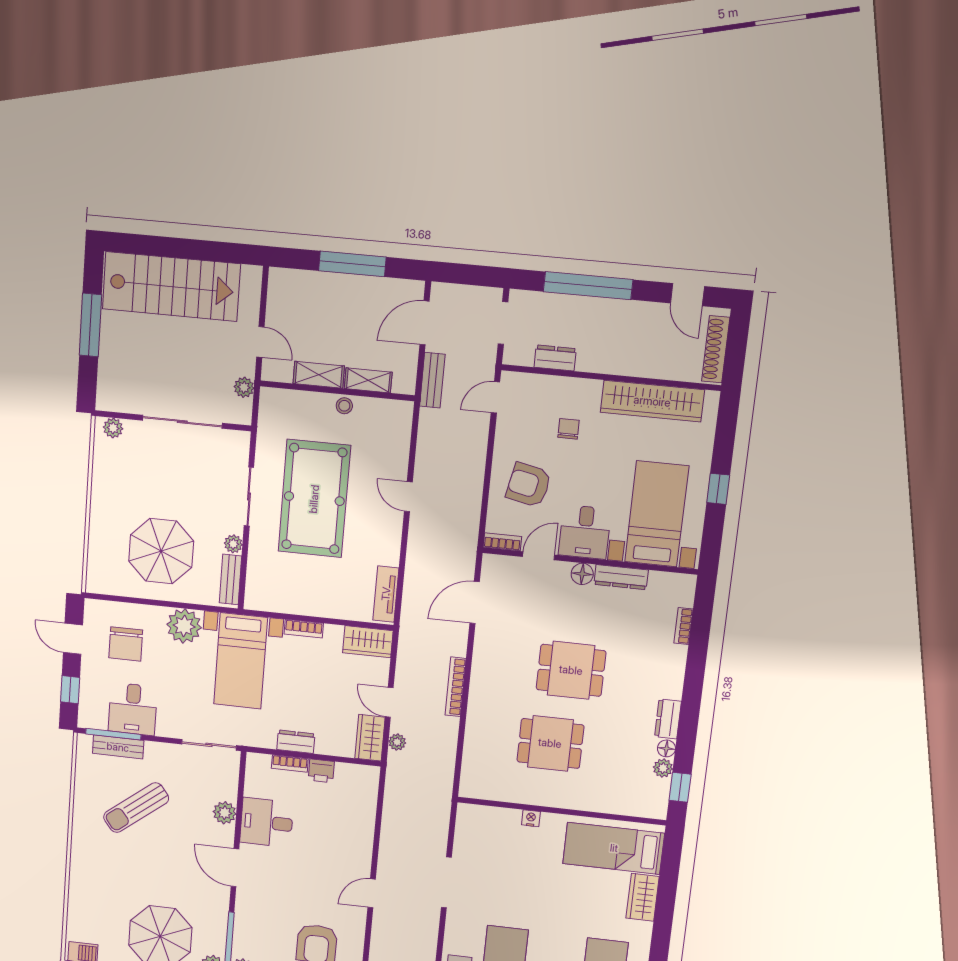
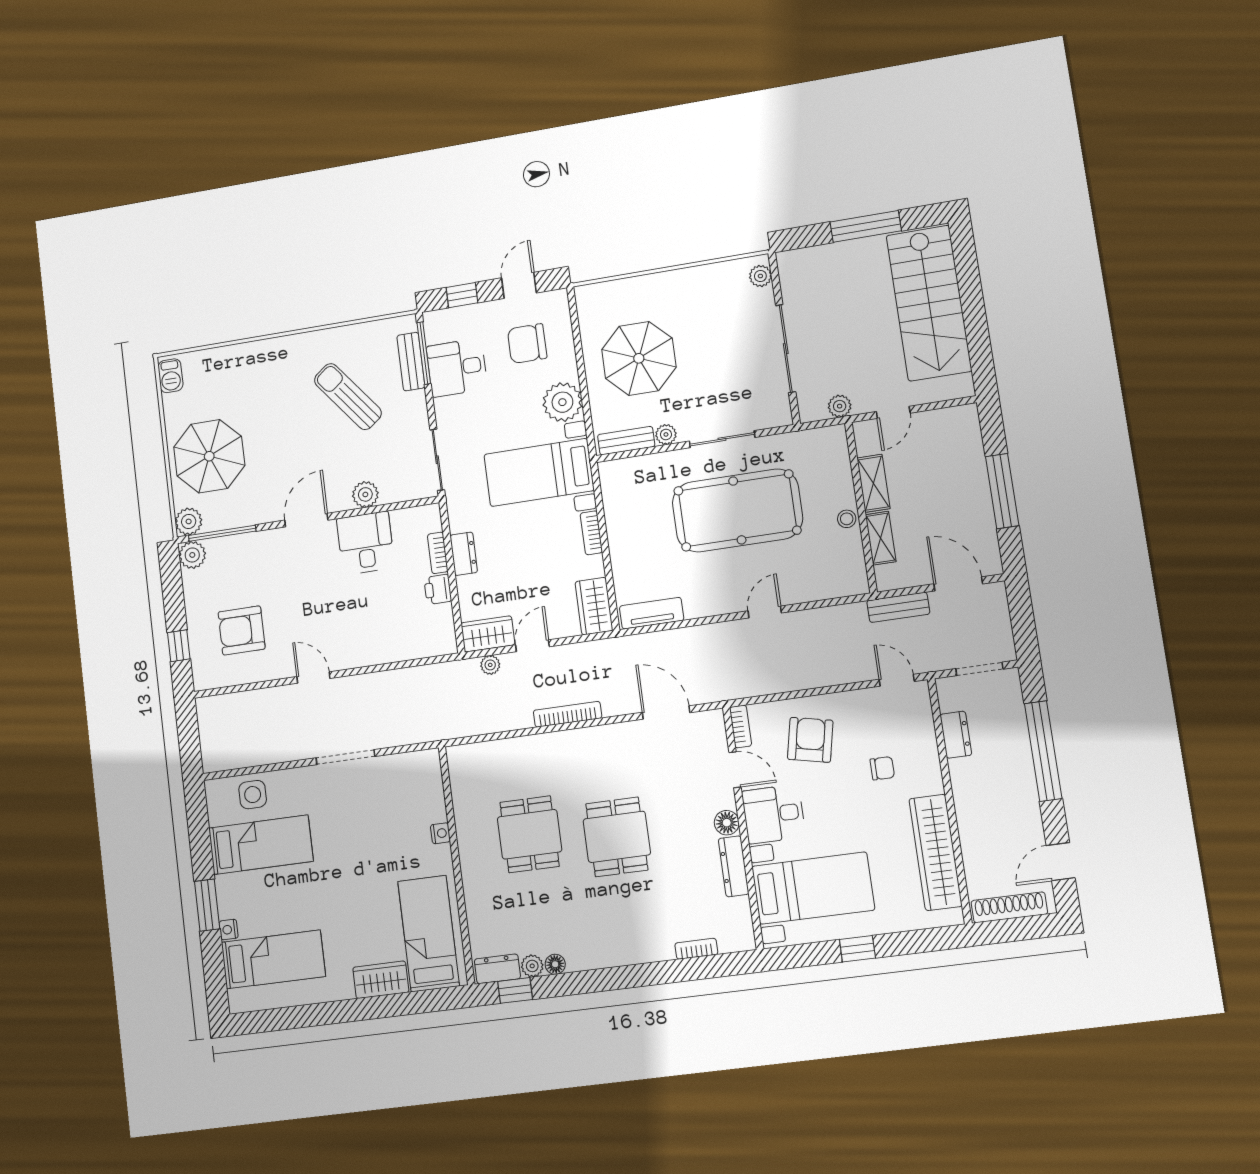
dresser: (668, 719) -> (497, 969), moved

